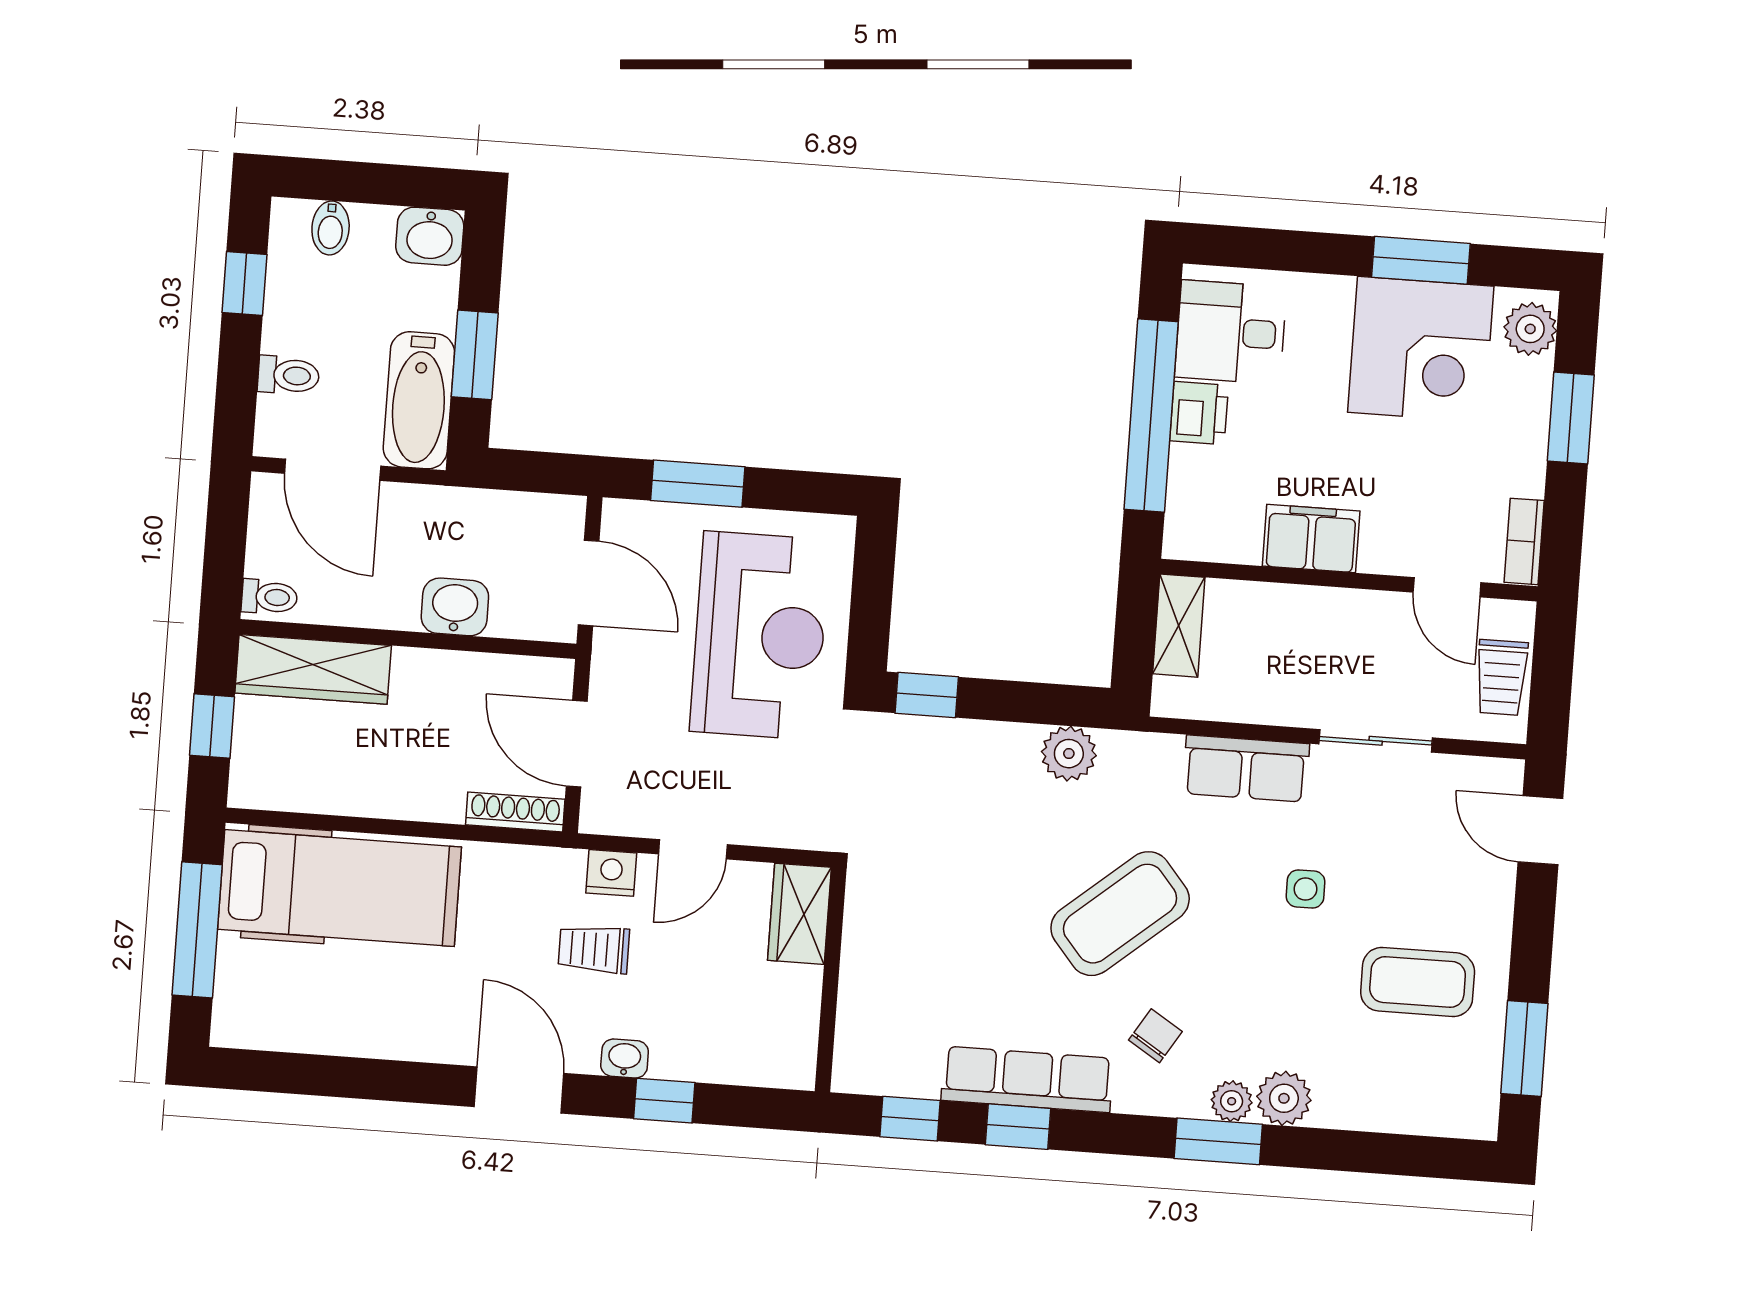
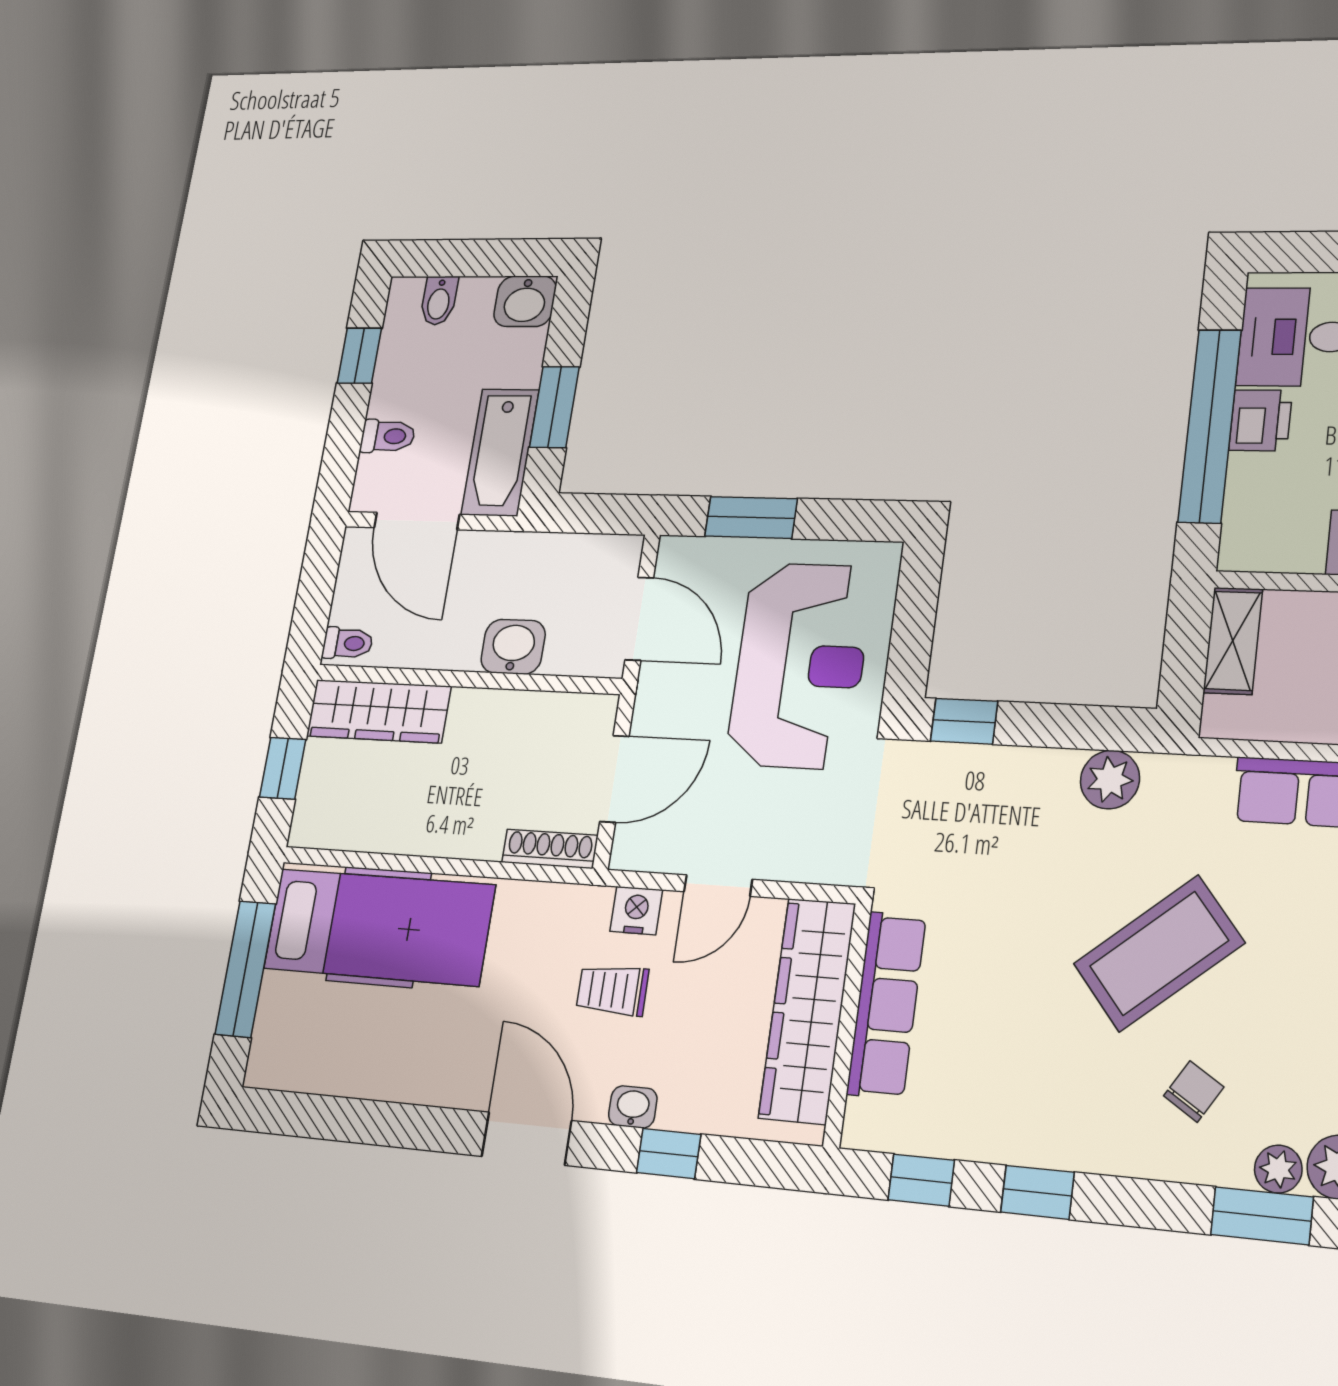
door: (577, 744) -> (614, 779), swing flipped
wardrobe: (799, 914) -> (807, 1010), width x2.10, depth x1.17
row of seats: (1027, 1079) -> (886, 1005), moved, turned 90

